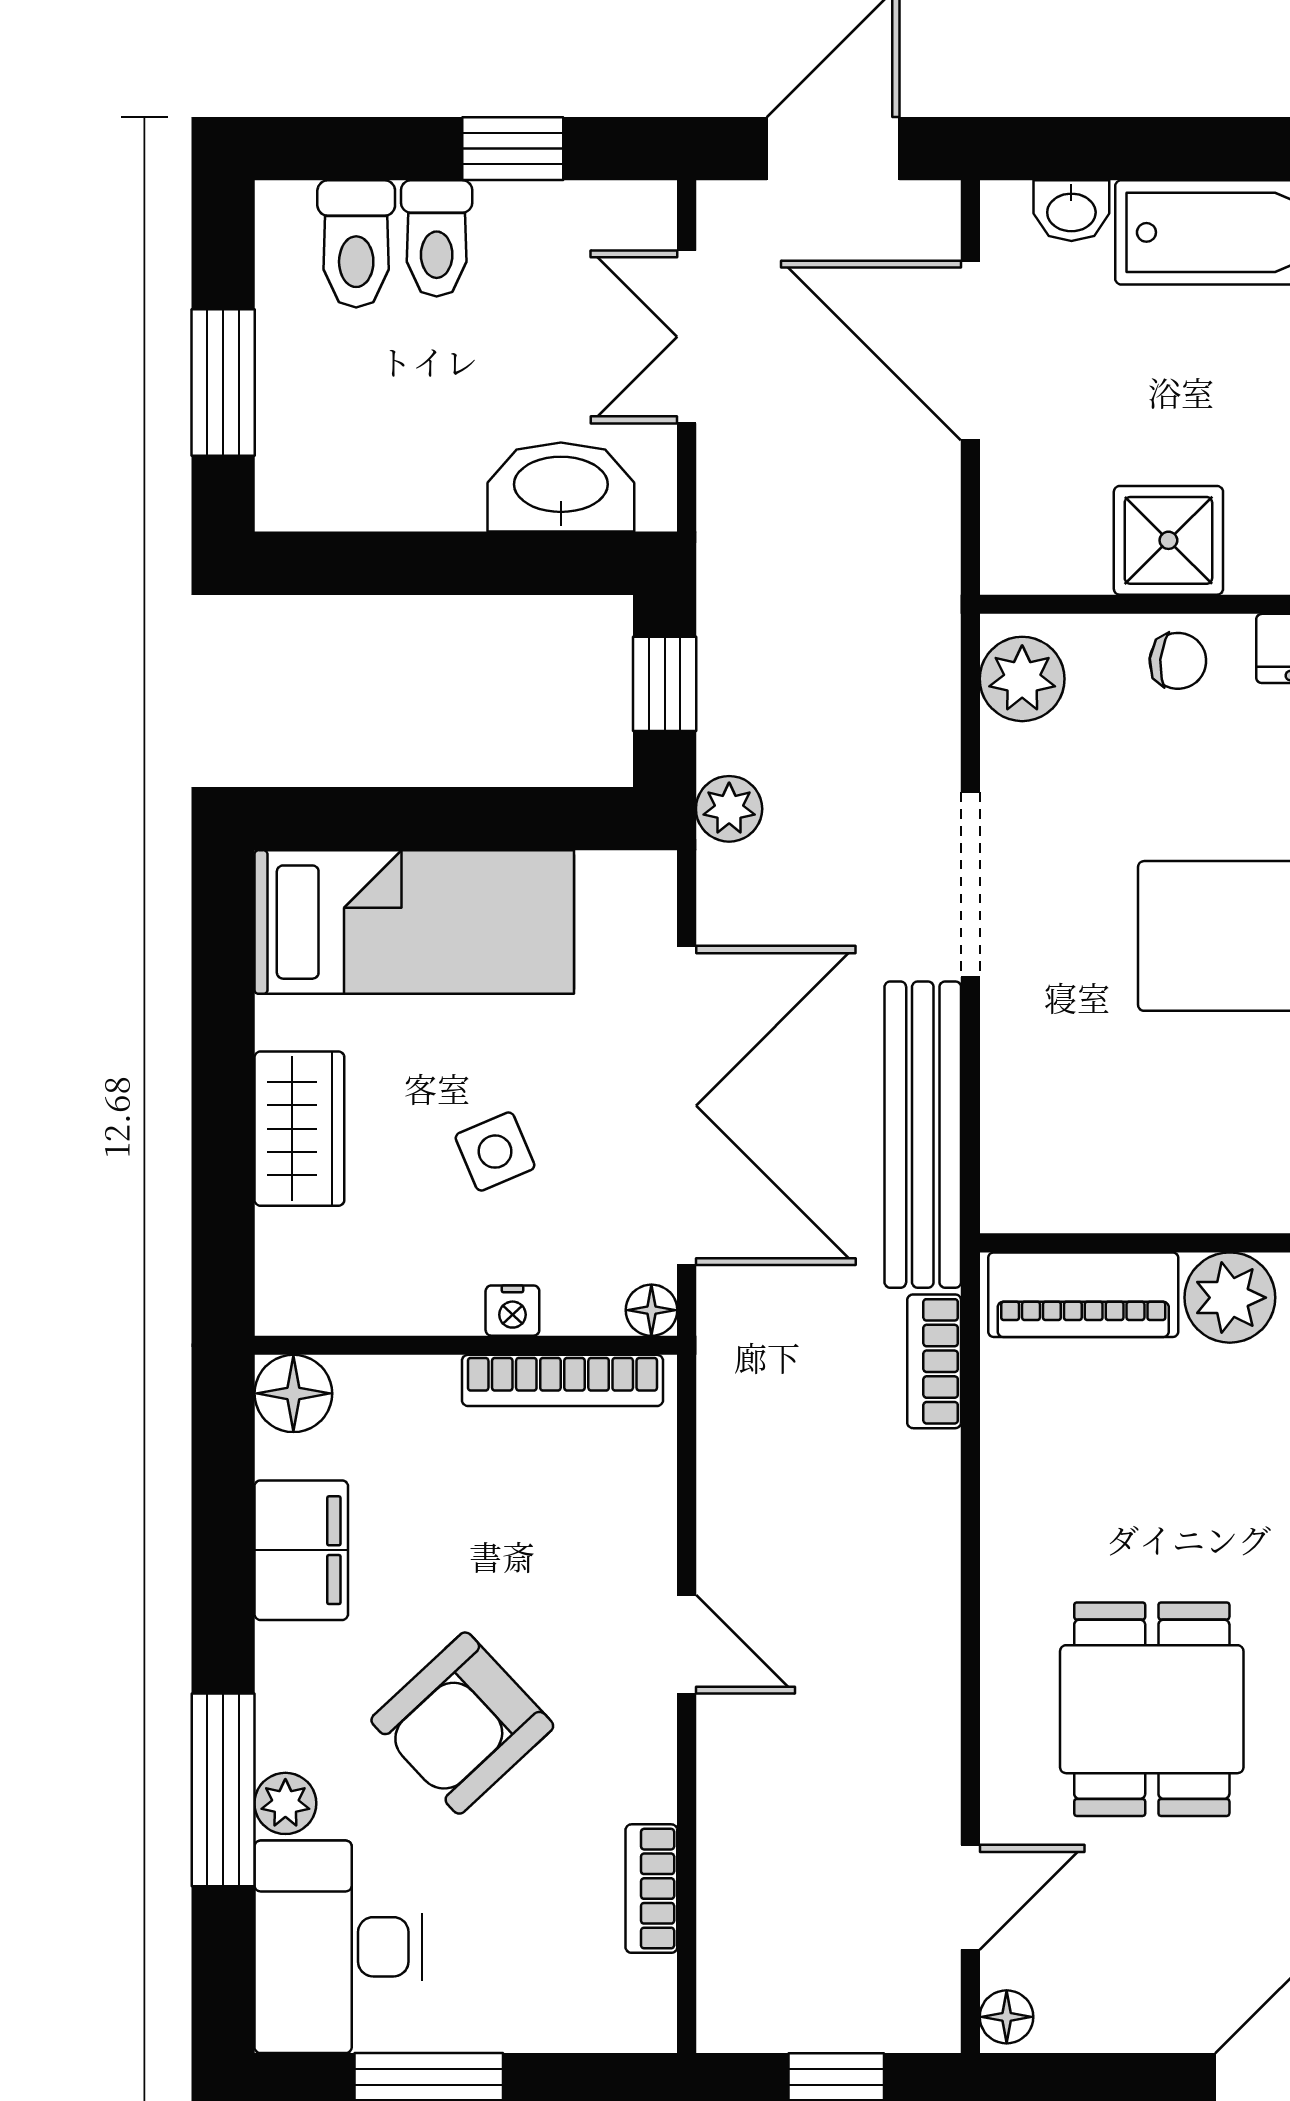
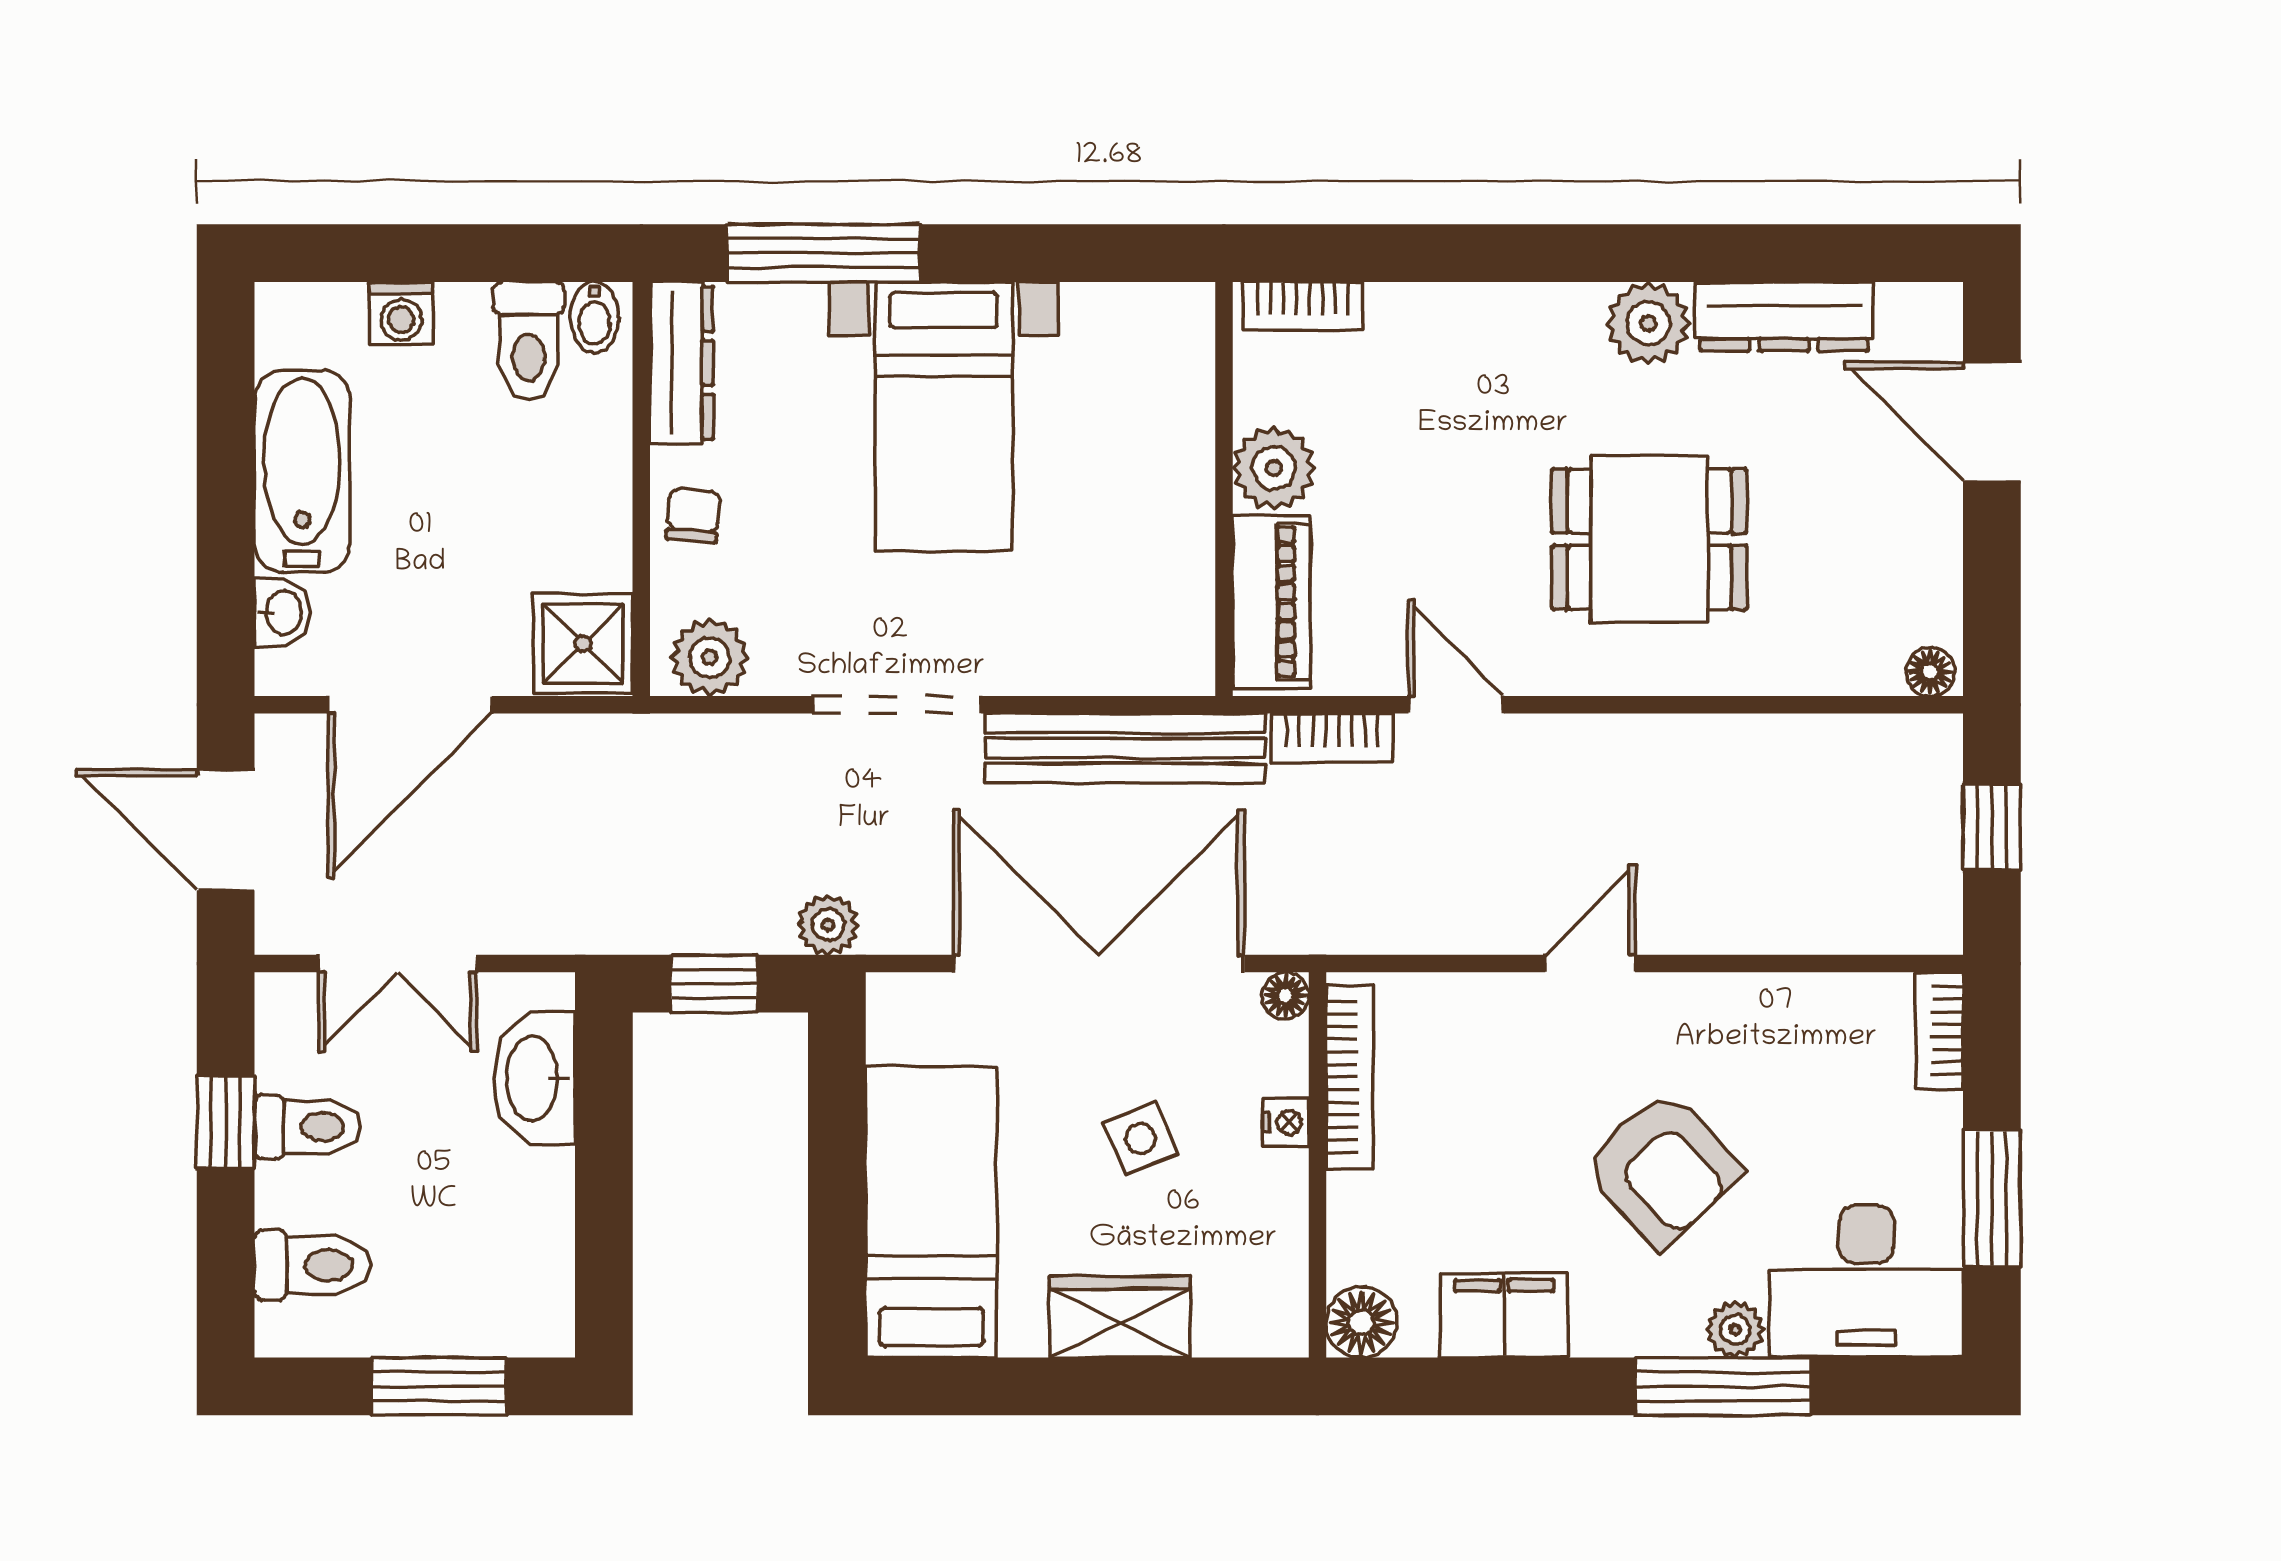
toilet: (437, 238) -> (308, 1127), moved
shower: (1168, 540) -> (583, 644), moved
bookcase: (651, 1889) -> (1940, 1031), moved, turned 90
door: (970, 1897) -> (1456, 705), moved

